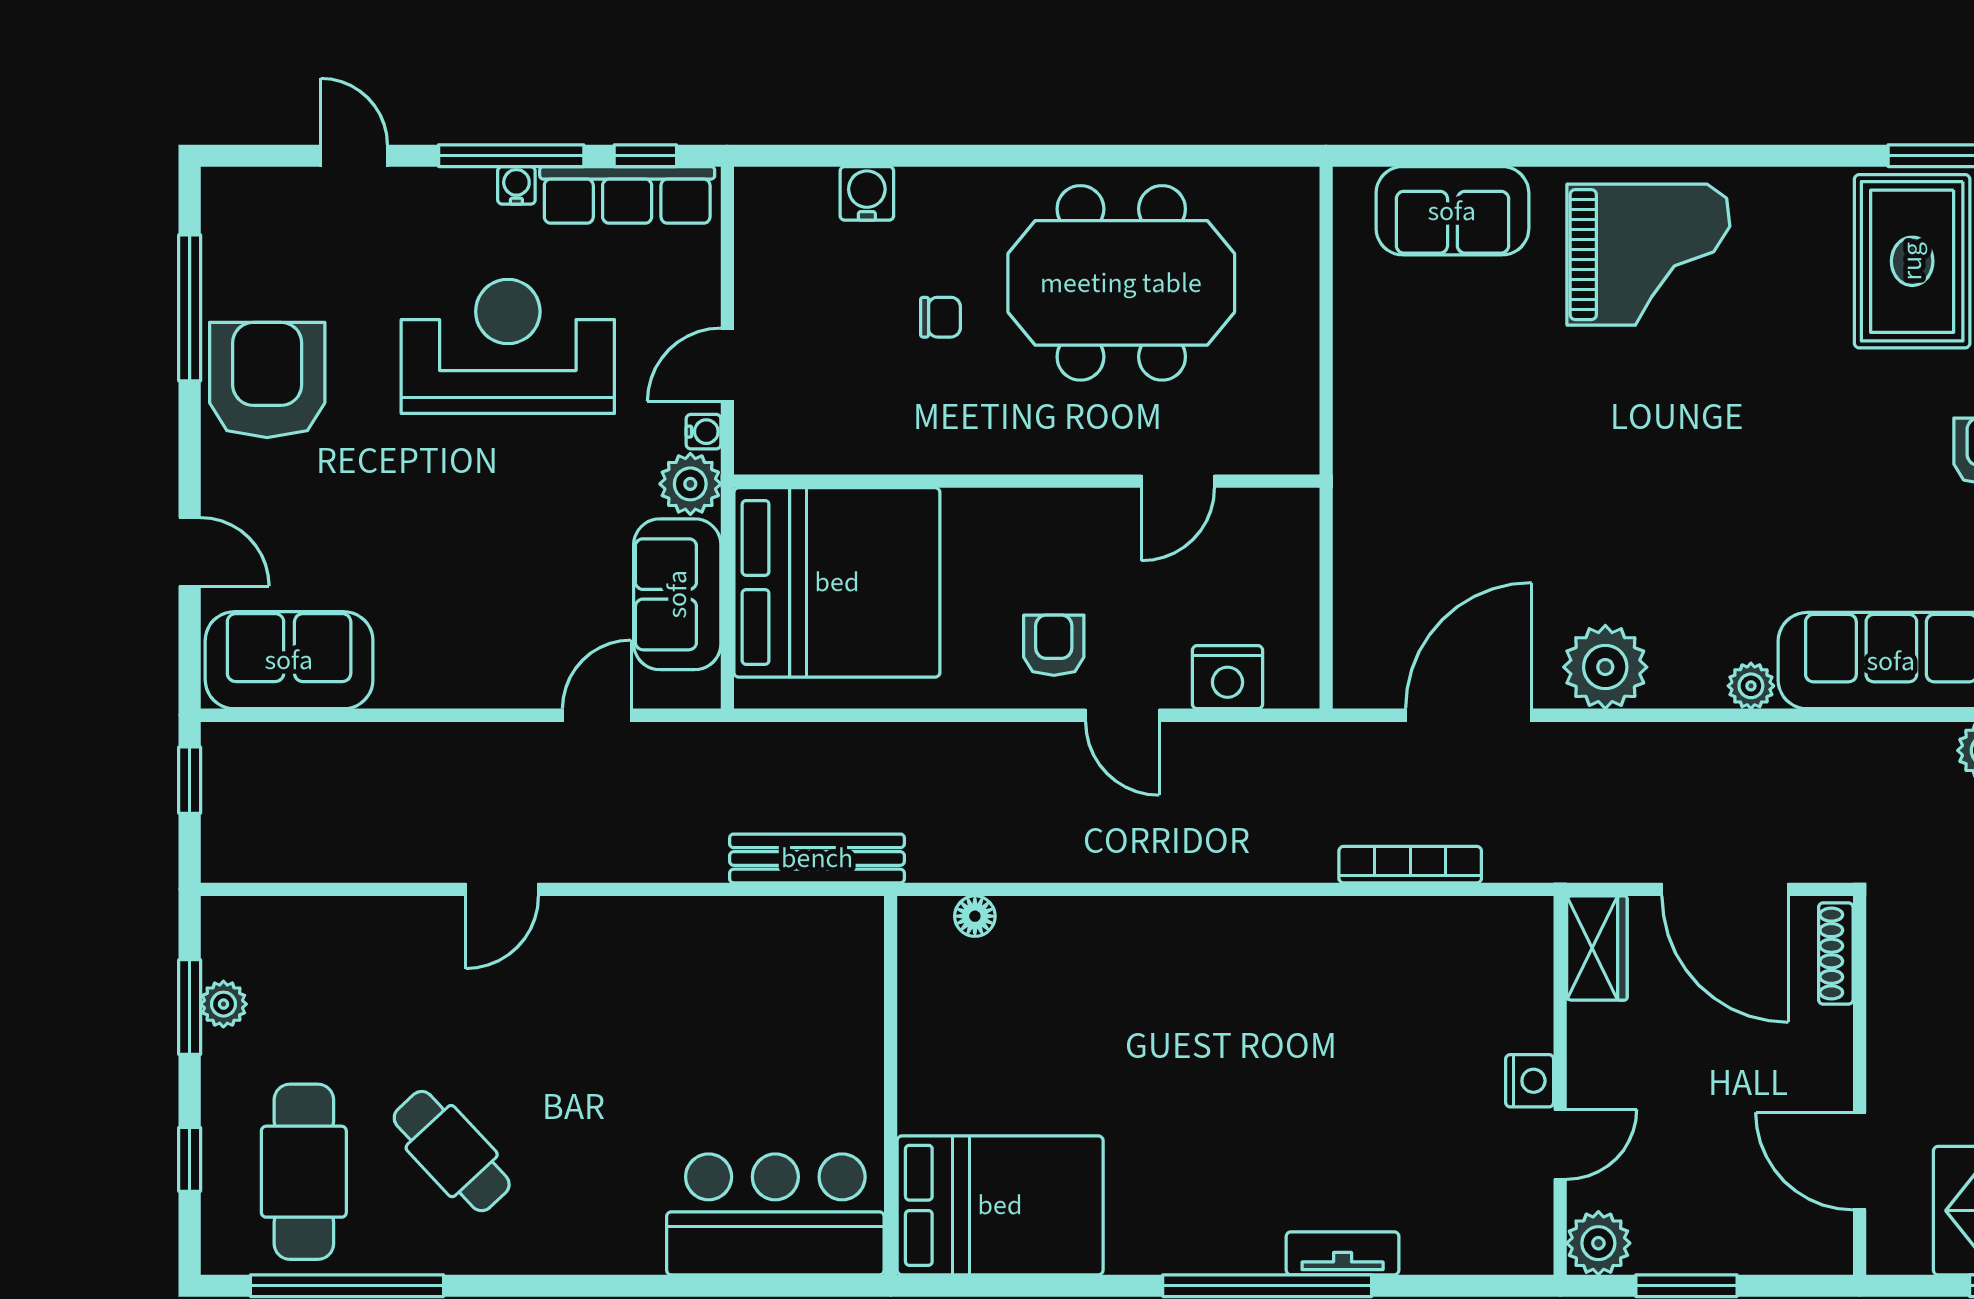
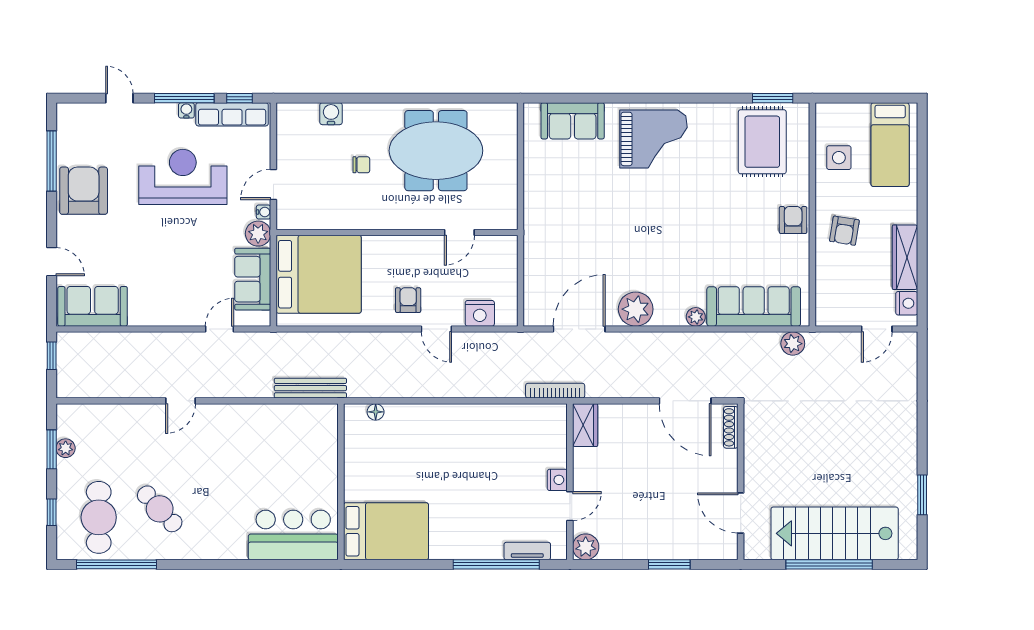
wardrobe: (1597, 948) -> (585, 425), moved
nightstand: (1530, 1081) -> (557, 480), moved
wall: (1560, 1085) -> (570, 482), moved
door: (1560, 1144) -> (570, 506), moved
plant: (1598, 1243) -> (586, 547), moved

